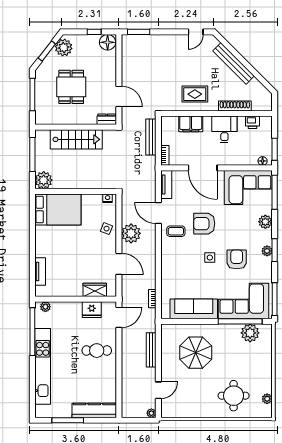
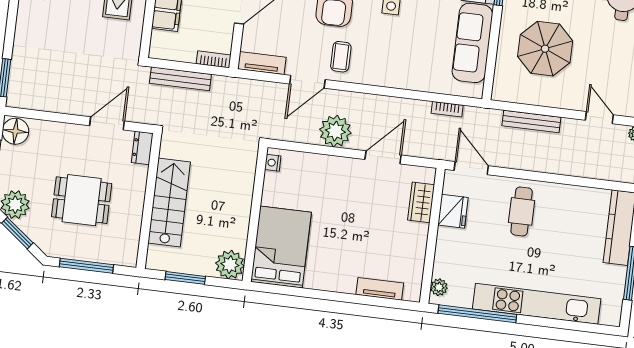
window: (32, 155) -> (185, 278), width x0.69
side table: (107, 229) -> (322, 171), removed

